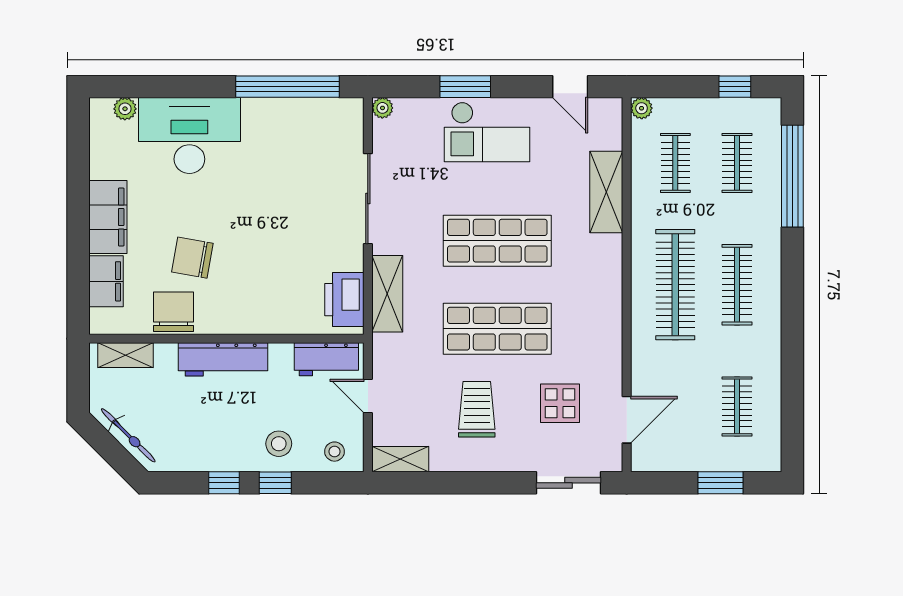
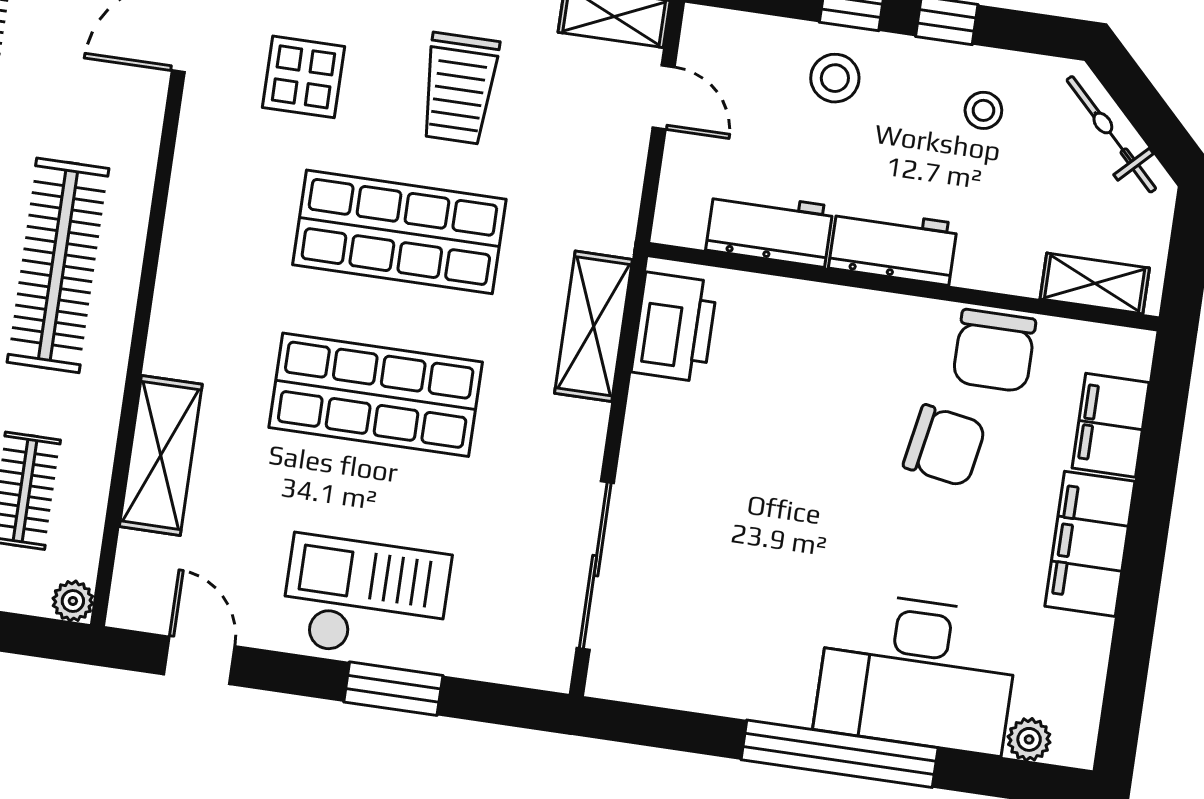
window: (288, 87) -> (840, 754), moved
plant: (382, 108) -> (552, 672), removed
sliding door: (368, 199) -> (595, 566), moved
workbench: (223, 359) -> (893, 246), width x0.73
workbench: (326, 359) -> (770, 228), moved
door: (368, 396) -> (664, 97), moved
stool: (334, 452) -> (983, 110), moved

